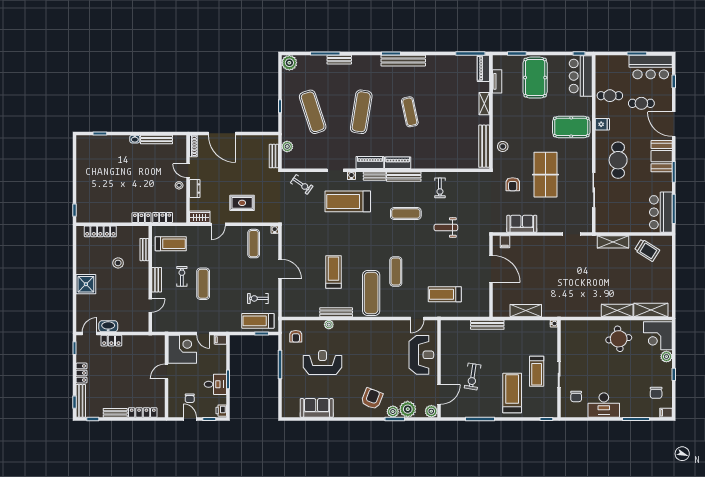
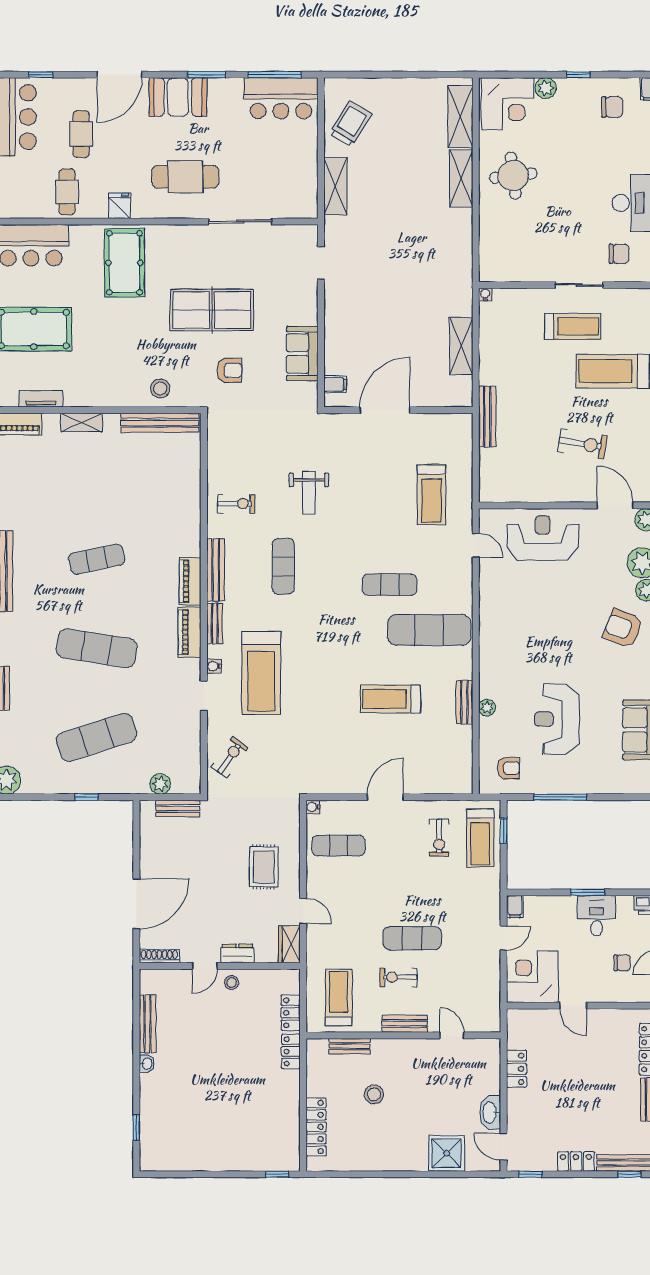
shower: (86, 284) -> (447, 1153), moved
bench: (336, 312) -> (464, 702), width x0.73
locker: (111, 341) -> (517, 1069), moved

